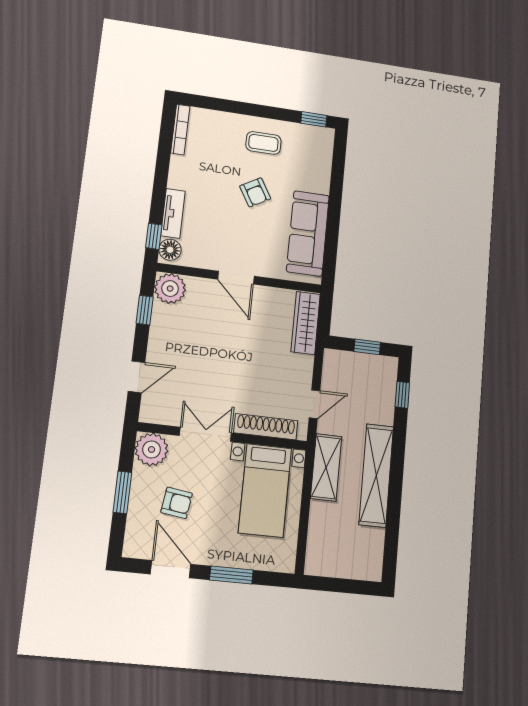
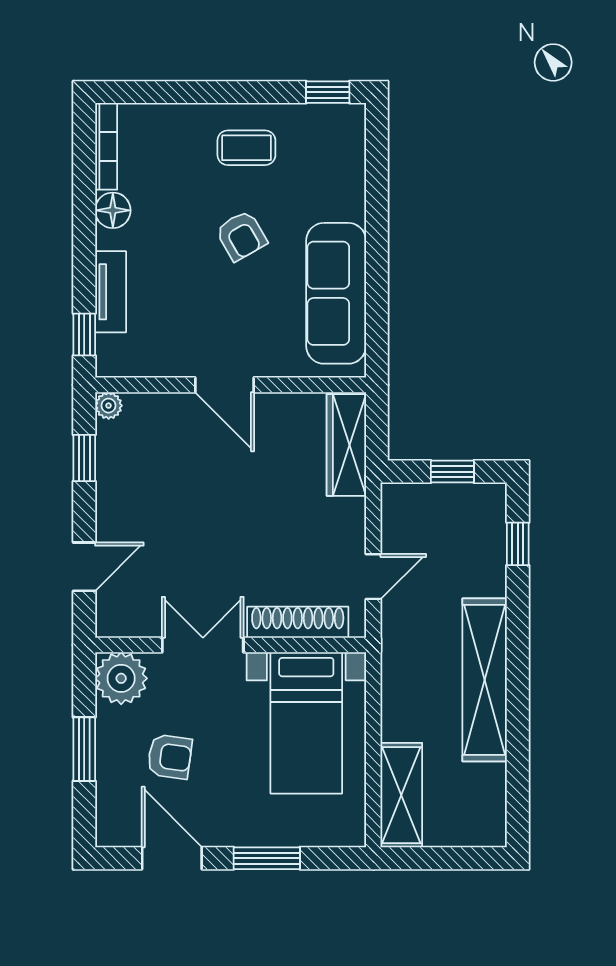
floor lamp: (170, 250) -> (113, 210), moved
plant: (170, 289) -> (109, 406), width x0.53, depth x0.53
shelving: (326, 467) -> (401, 795), moved

